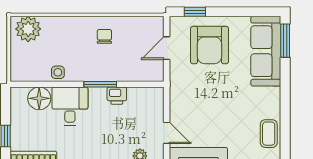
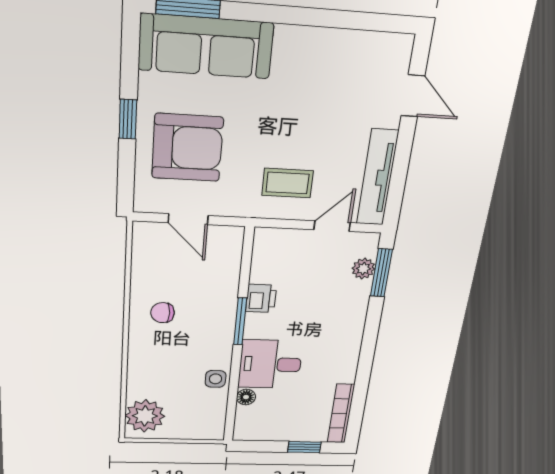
window: (195, 12) -> (128, 119), moved
floor lamp: (39, 98) -> (246, 397), width x0.53, depth x0.53
coffee table: (269, 134) -> (287, 183), moved

